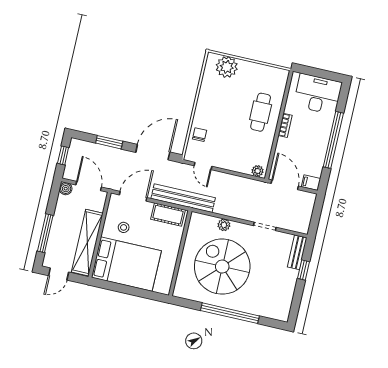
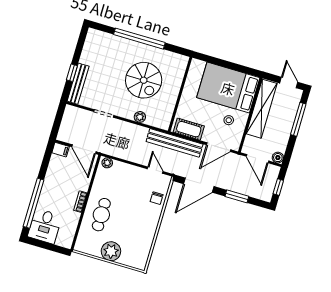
plant: (227, 67) -> (111, 251), moved
desk: (318, 94) -> (45, 226), width x0.73
window: (333, 140) -> (34, 203), moved
bench: (297, 252) -> (78, 84), width x1.36
spiral stairs: (222, 267) -> (144, 80), width x0.73, depth x0.73
door: (59, 274) -> (289, 83), hinge flipped

